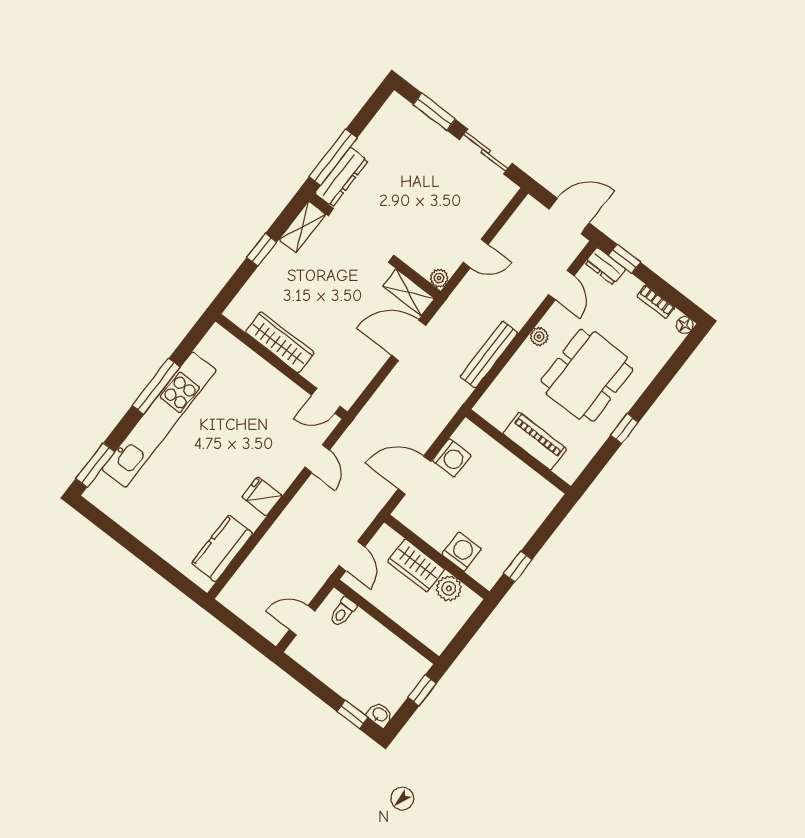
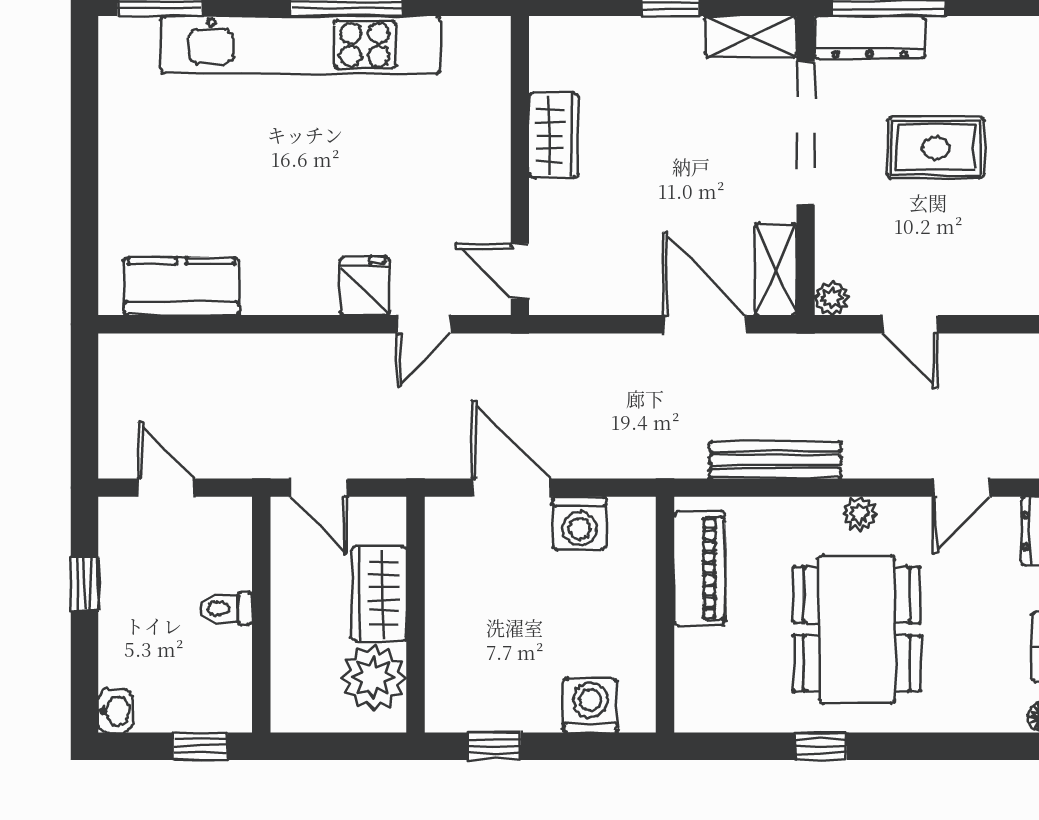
rug: (410, 185) -> (936, 148), added
wardrobe: (280, 342) -> (554, 135), width x0.67
dining table: (587, 375) -> (857, 629), turned 90
piano: (535, 441) -> (700, 568), moved
fridge: (262, 496) -> (365, 286), moved
washing machine: (462, 552) -> (590, 706), moved, turned -90
door: (352, 556) -> (319, 488), hinge flipped
plant: (449, 588) -> (374, 677), width x1.36, depth x1.36
toilet: (343, 612) -> (226, 608), moved
window: (352, 715) -> (84, 584), moved

